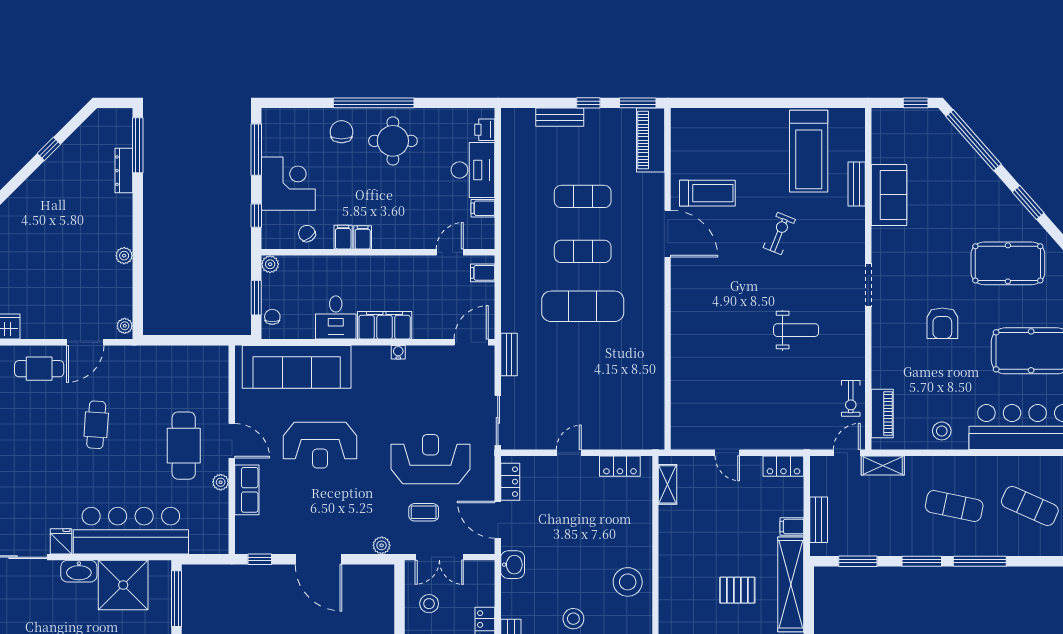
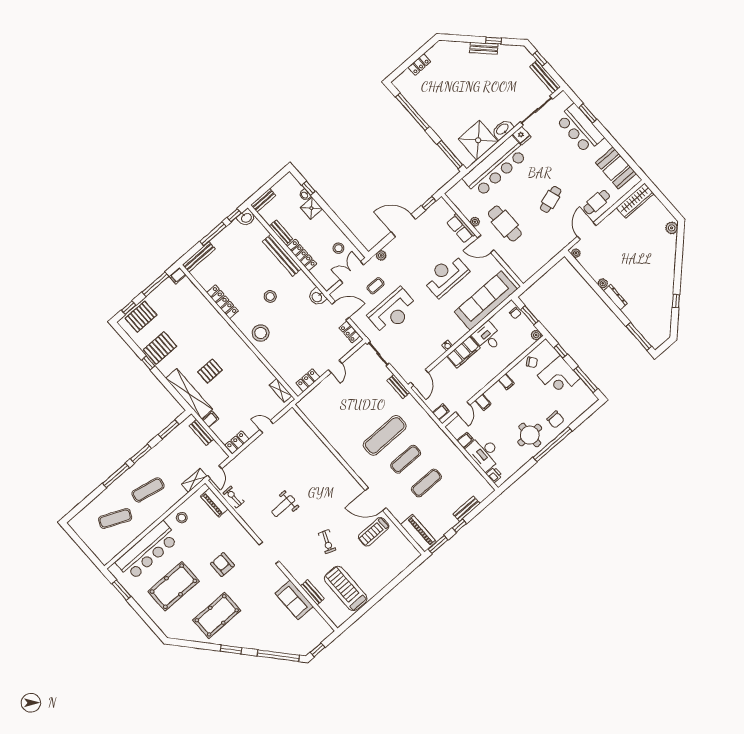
dresser: (124, 171) -> (615, 297), moved
filing cabinet: (343, 237) -> (483, 402), moved
cafe table: (96, 425) -> (551, 199), turned 69

